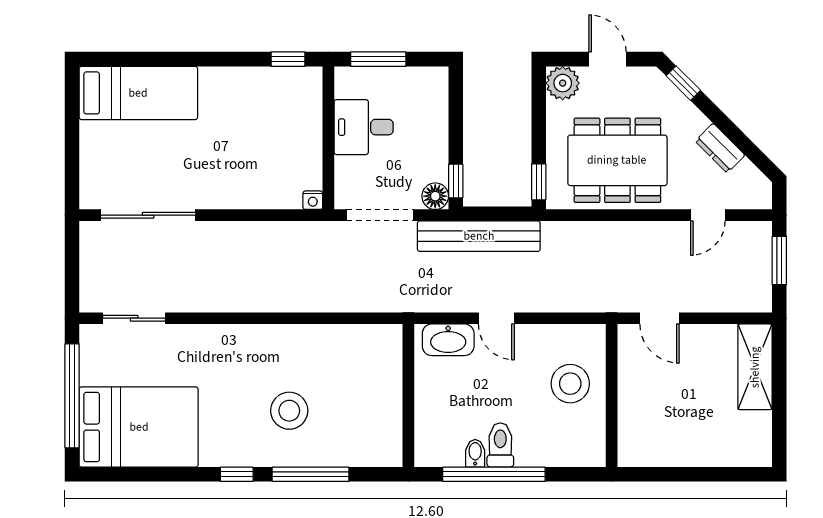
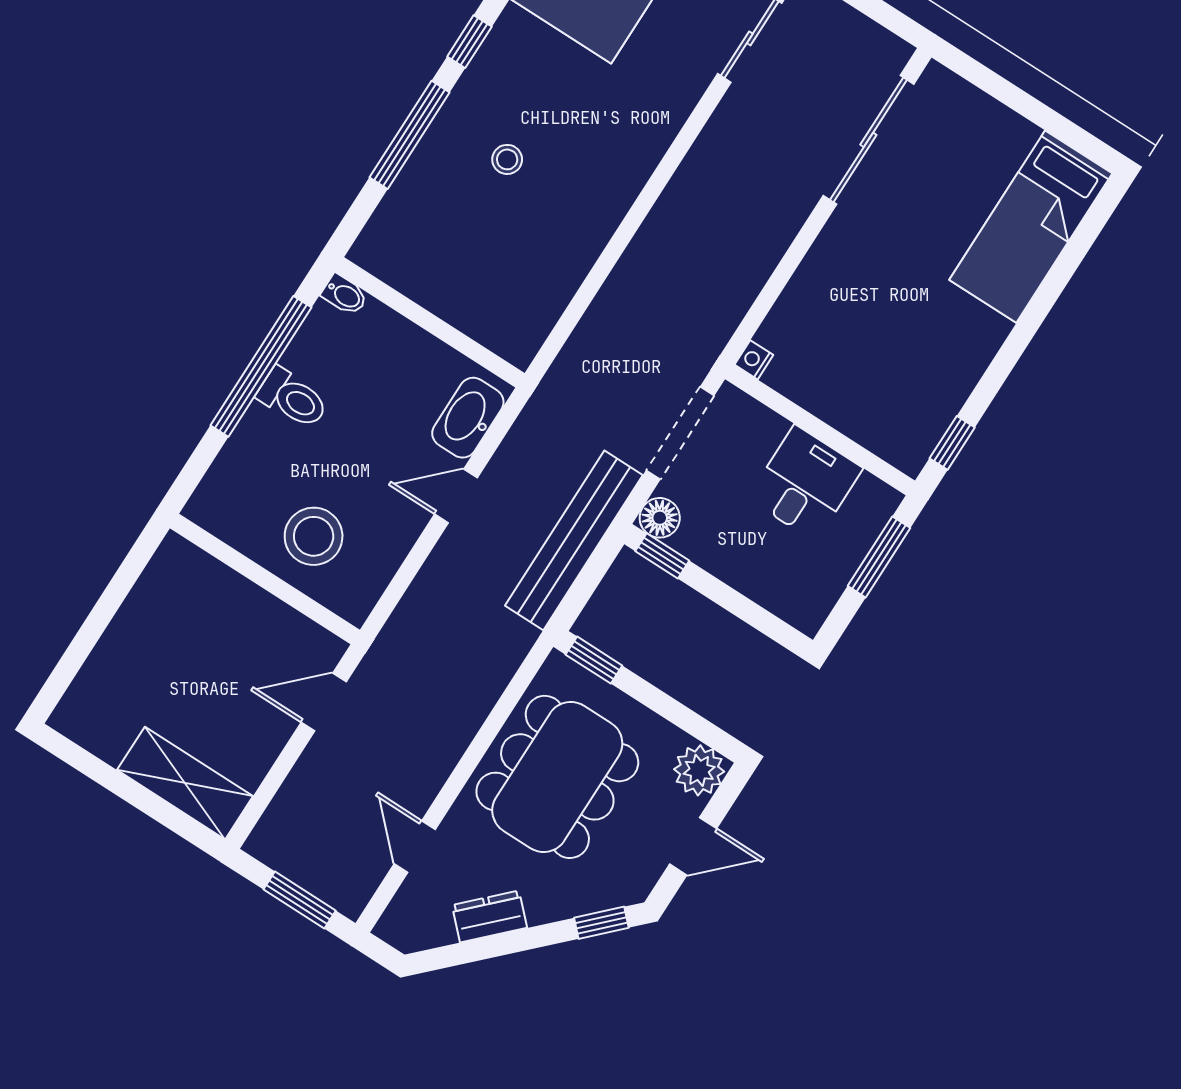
stool: (289, 411) -> (507, 159), width x0.53, depth x0.53
bidet: (475, 453) -> (345, 295), moved

